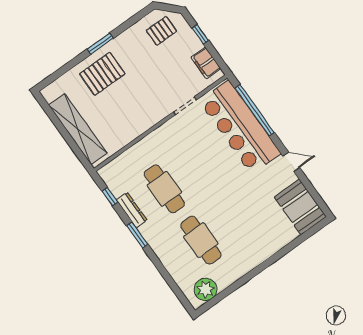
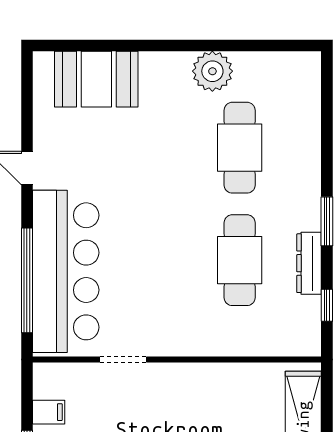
filing cabinet: (206, 63) -> (49, 412), width x0.50
booth: (300, 207) -> (96, 79), moved, turned 90
plant: (205, 289) -> (212, 71), moved

